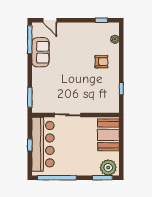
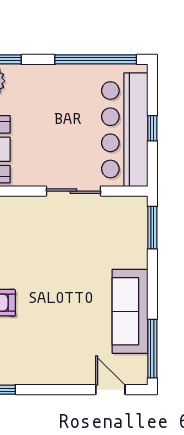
sofa: (40, 52) -> (130, 311), width x1.36

